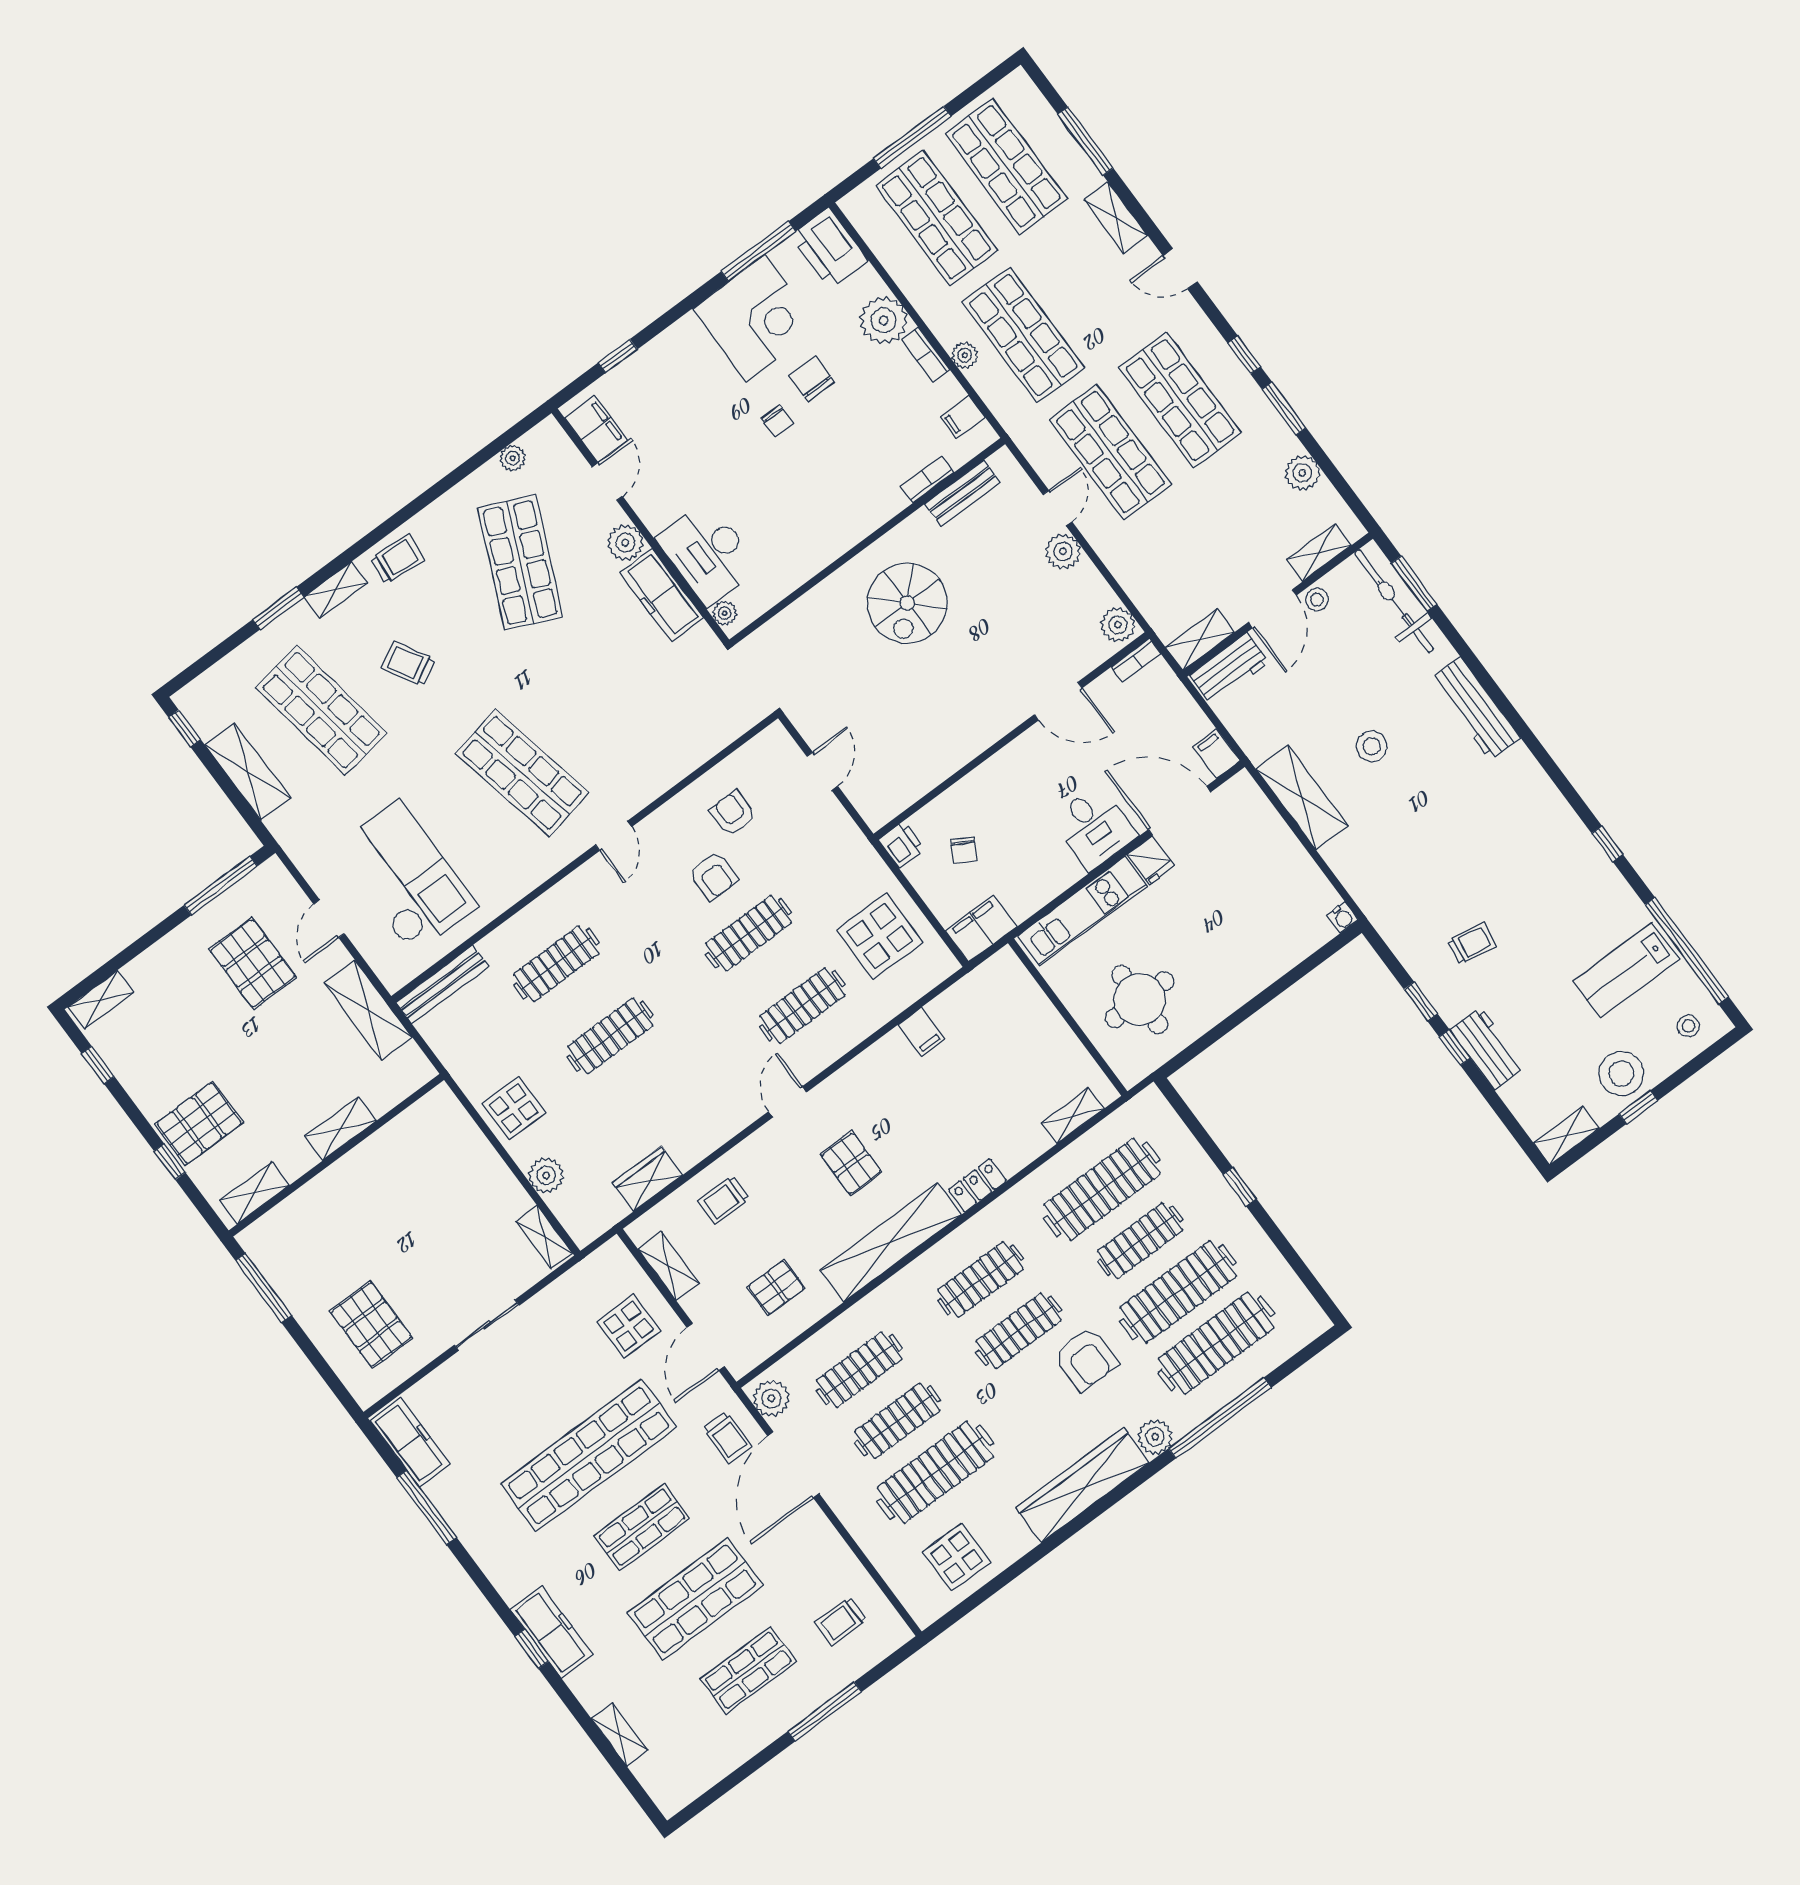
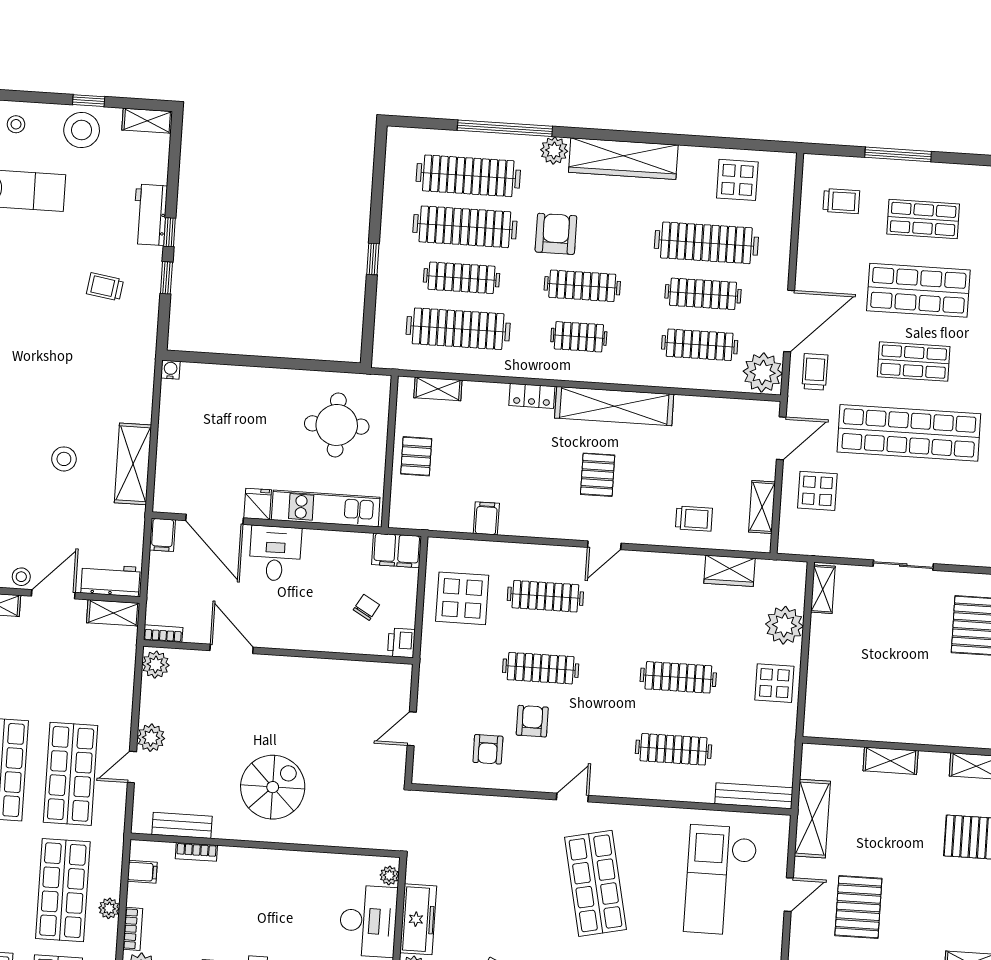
plant: (546, 1175) -> (784, 625), width x1.36, depth x1.36
clothes rail: (981, 1280) -> (579, 337), width x0.73
pallet: (776, 1287) -> (416, 456), moved, turned 90
plant: (771, 1398) -> (763, 373), width x1.36, depth x1.36

